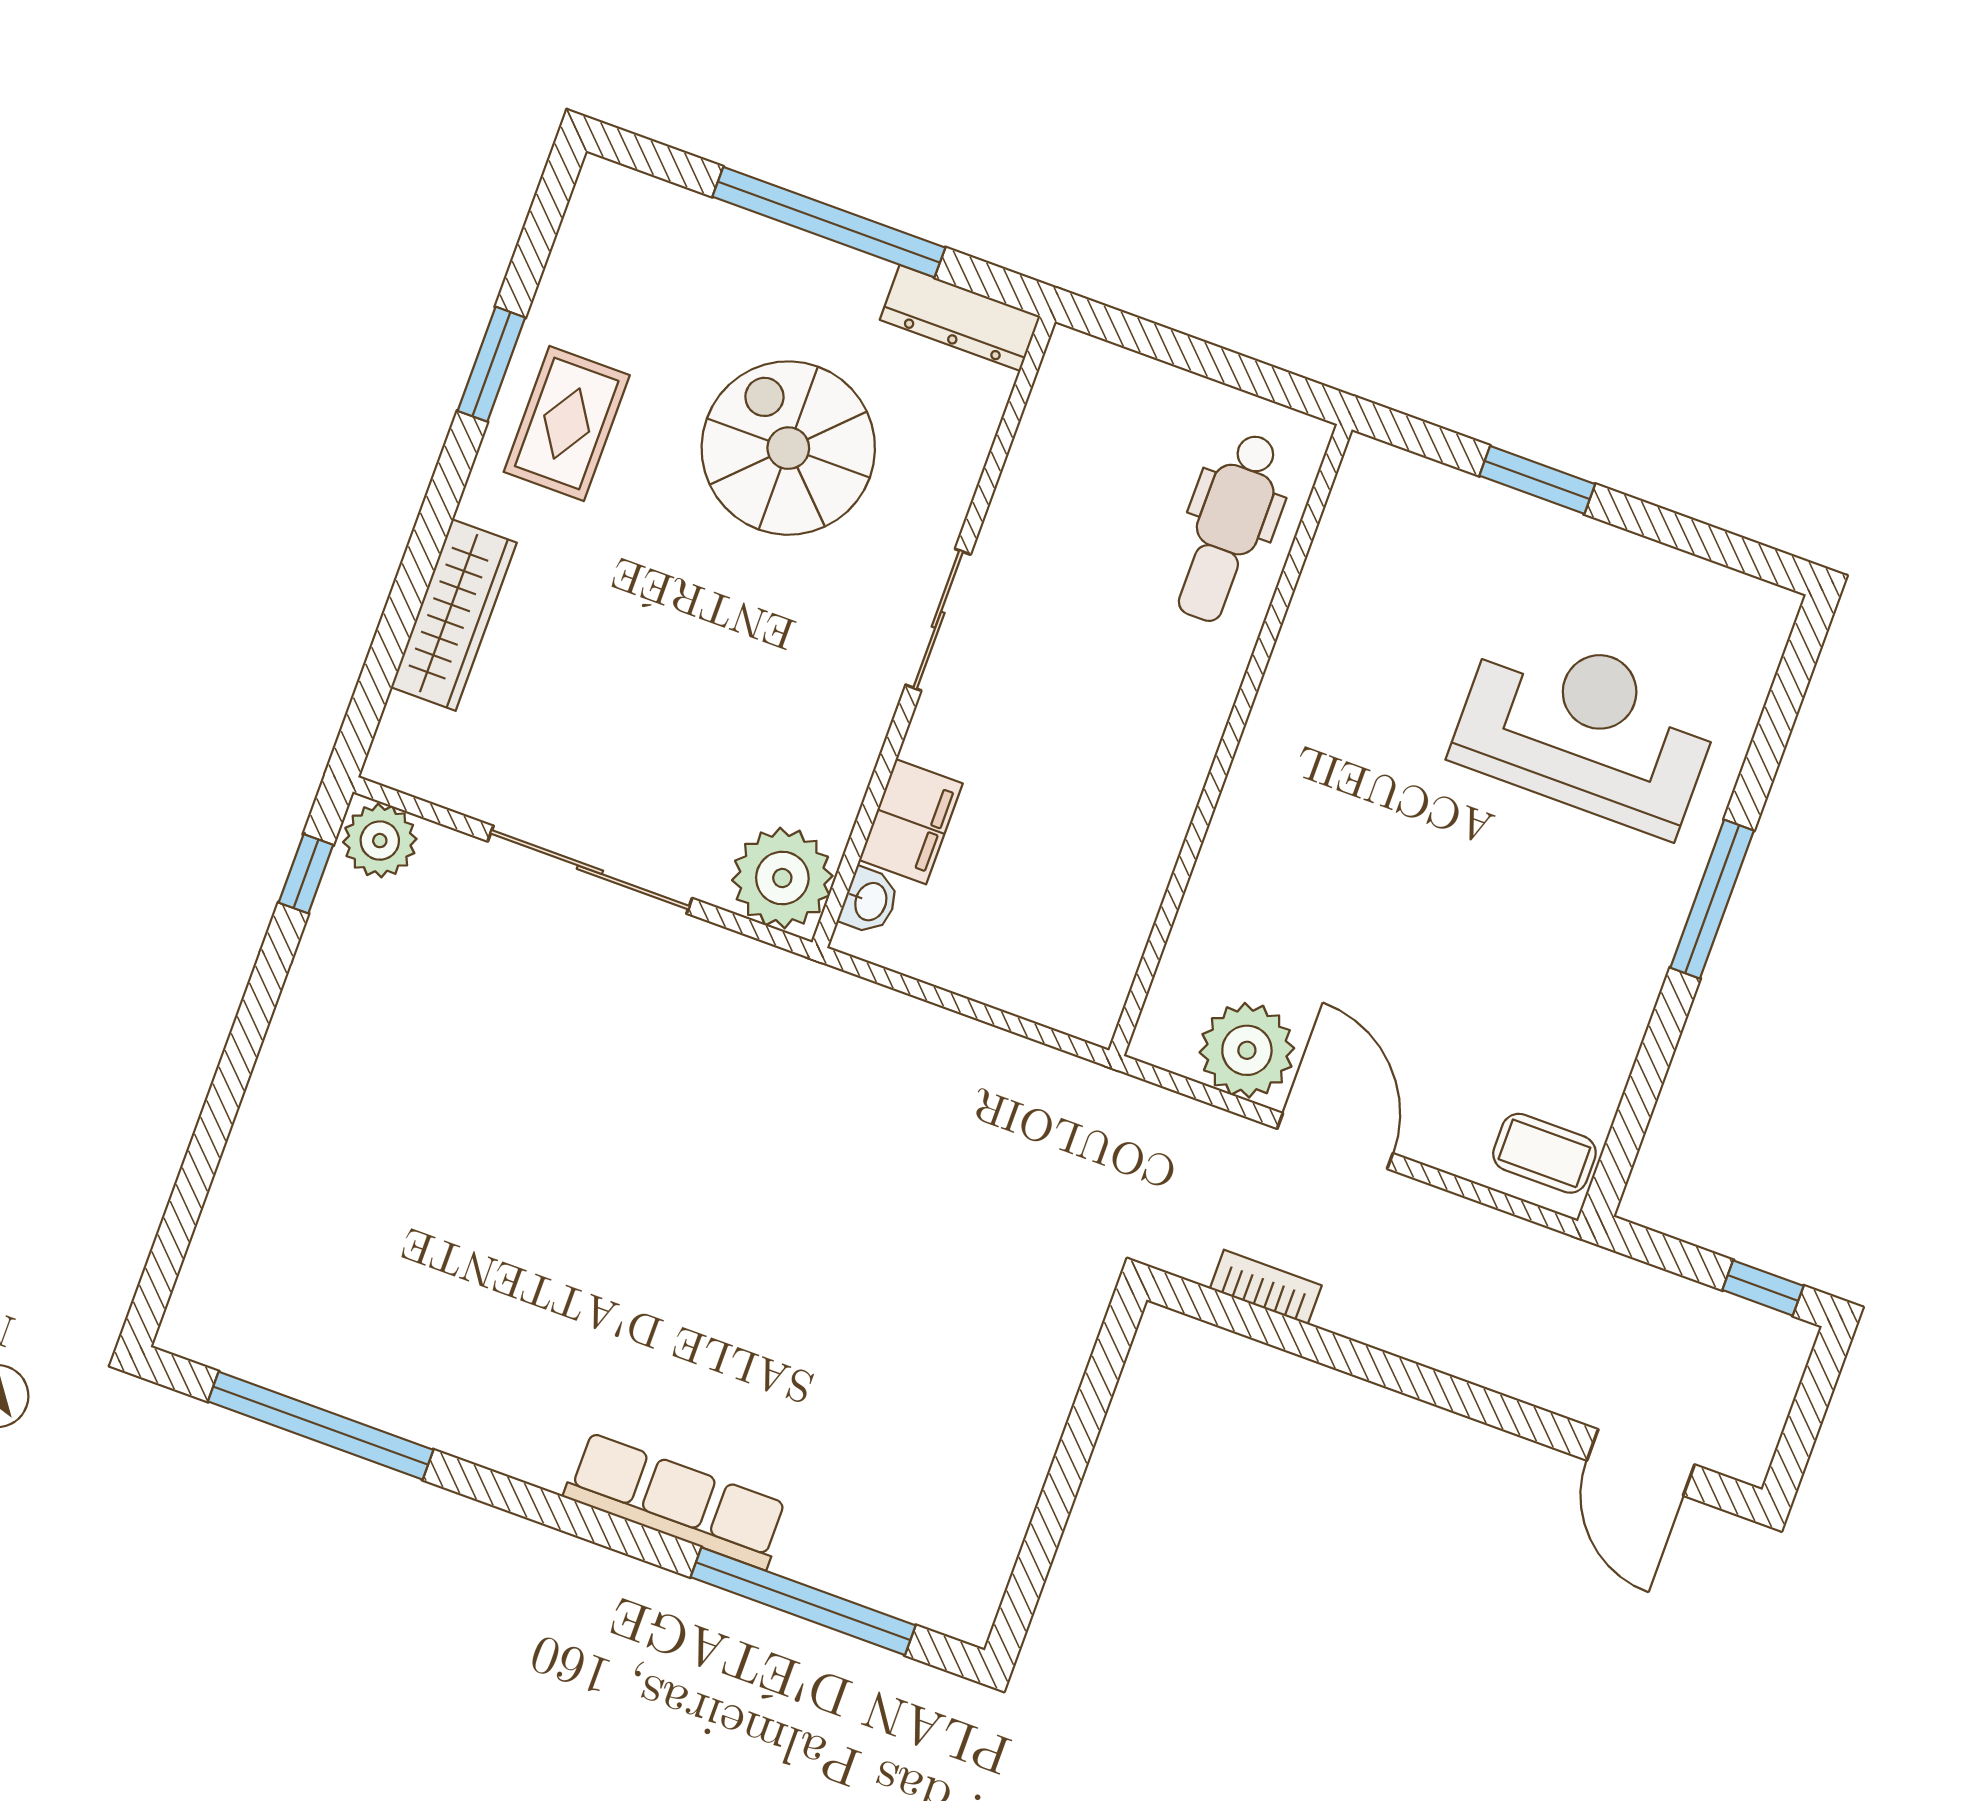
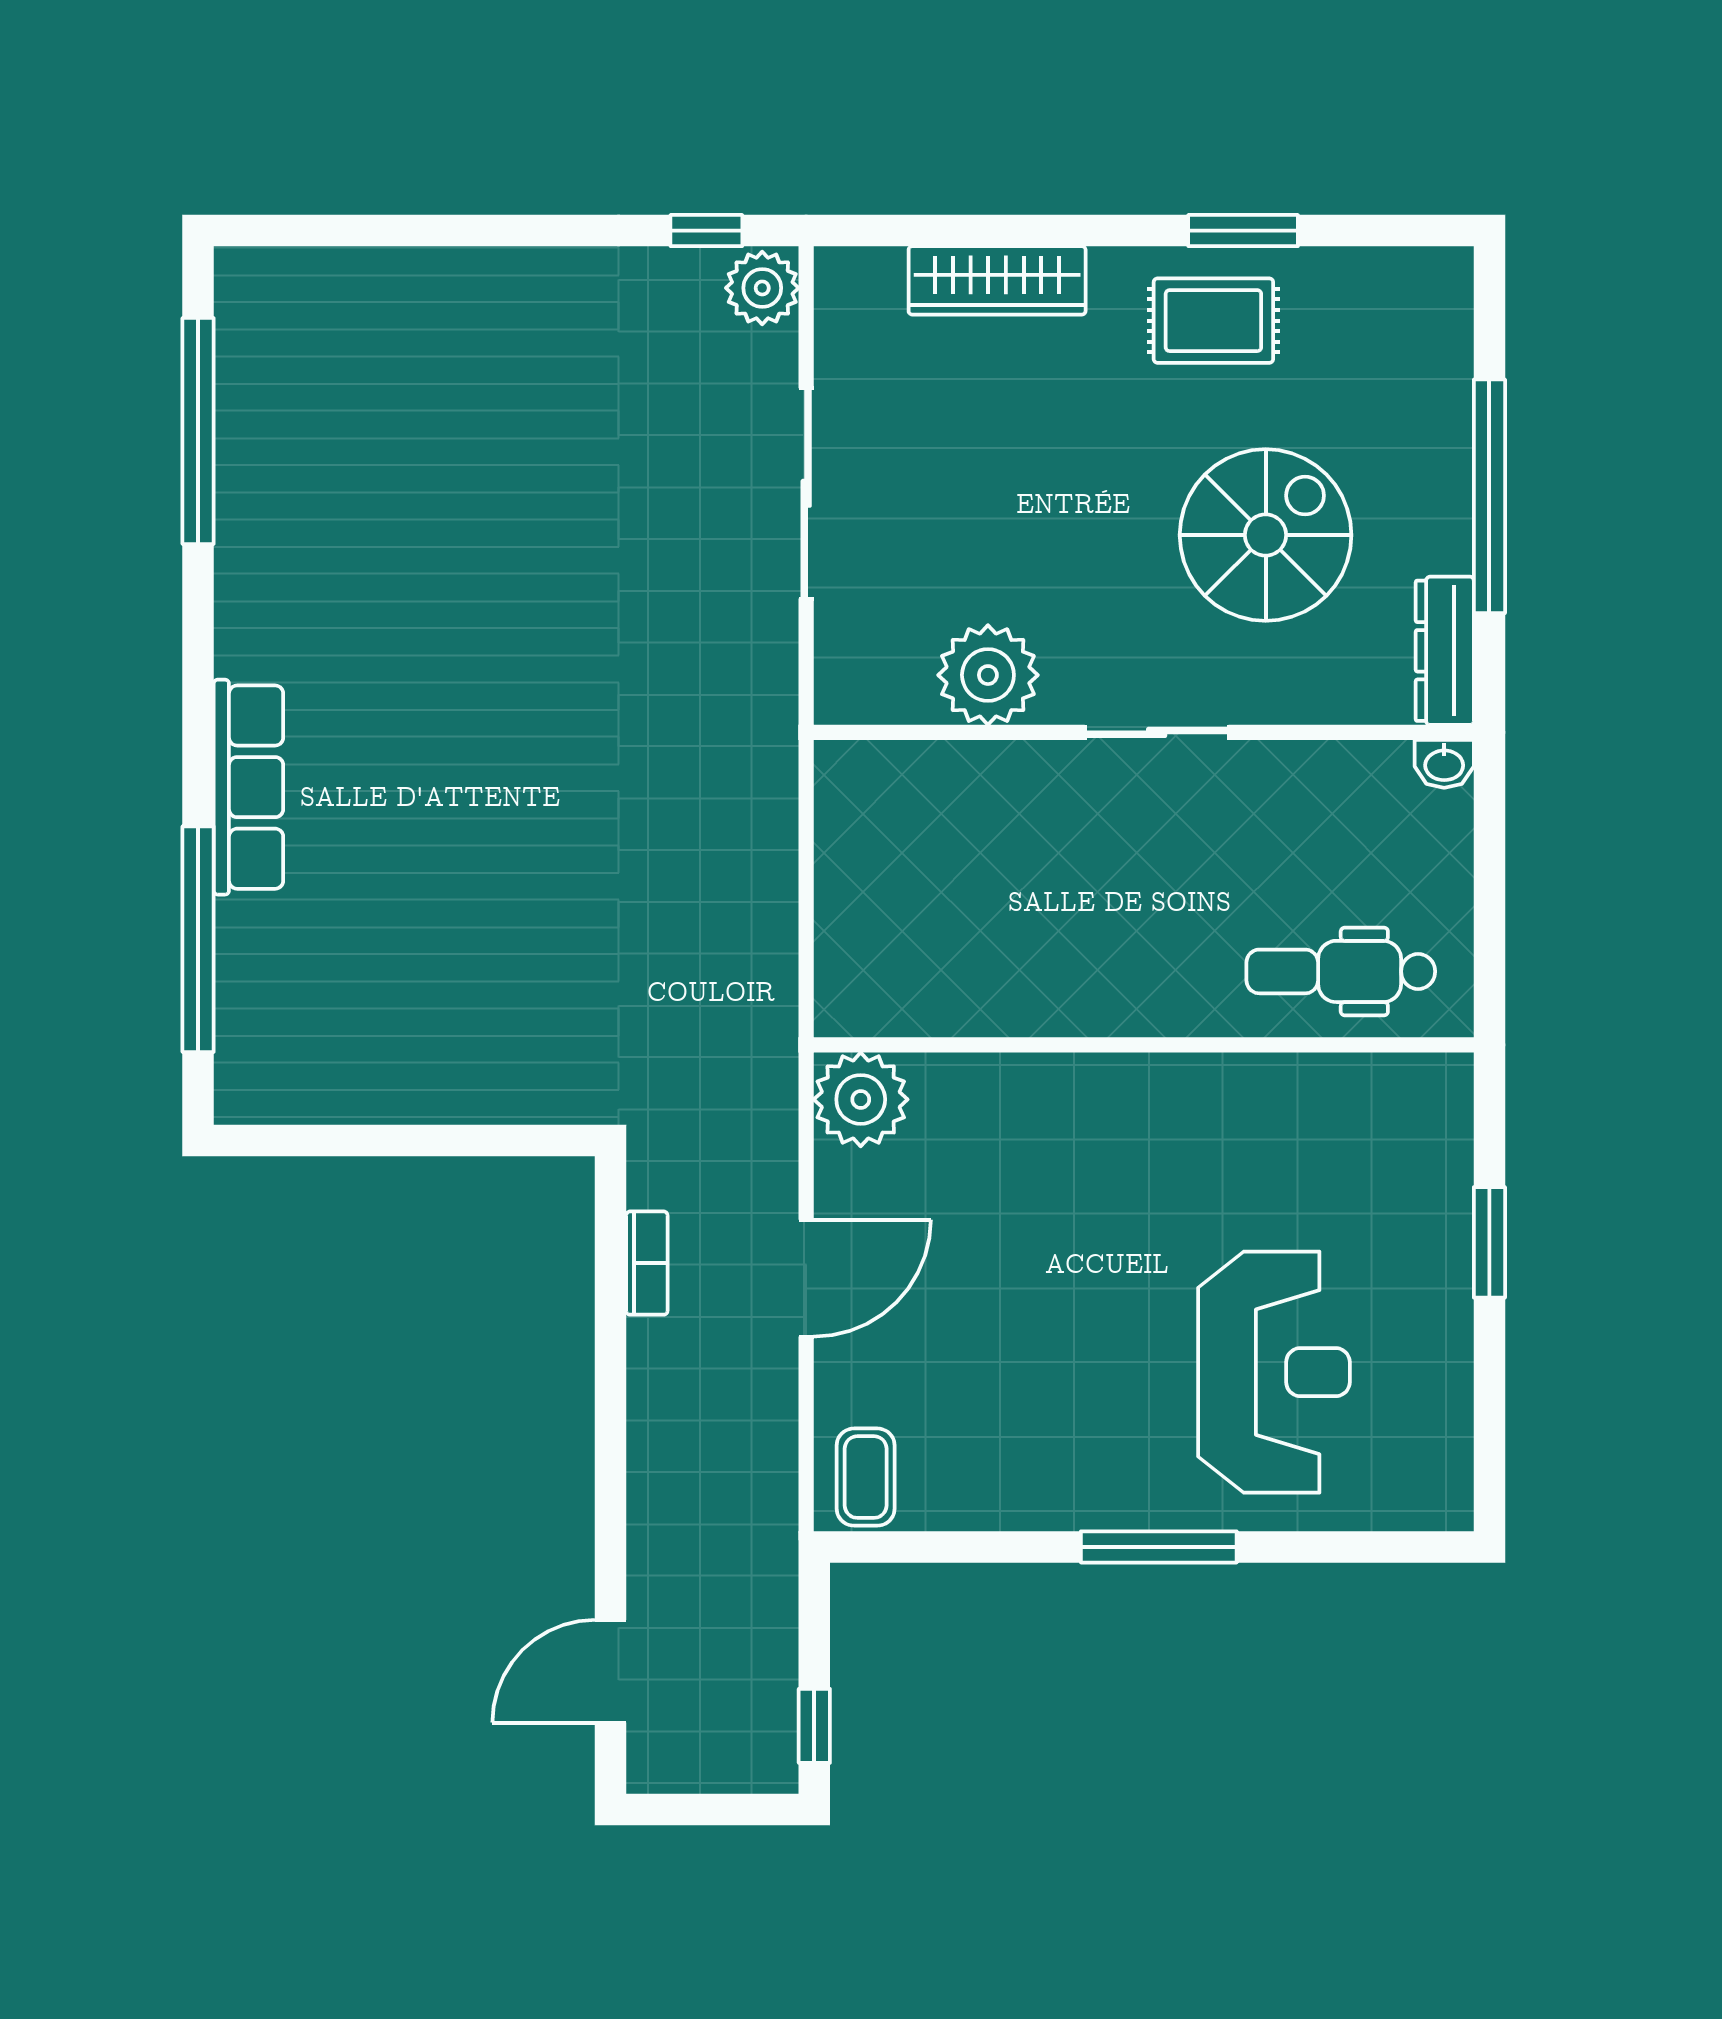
filing cabinet: (911, 822) -> (959, 775), removed
plant: (782, 878) -> (988, 675), moved
washbasin: (869, 901) -> (1444, 764), moved
plant: (1247, 1050) -> (861, 1099), moved

